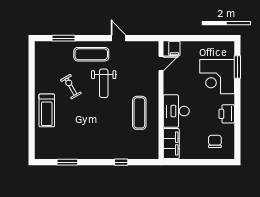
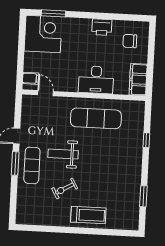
window: (64, 38) -> (15, 163), moved
corner desk: (217, 77) -> (43, 34), moved, turned -90
weight bench: (104, 83) -> (63, 154), turned 180
exercise mat: (139, 113) -> (96, 118), width x1.36, depth x1.45
filing cabinet: (171, 144) -> (138, 80), moved, turned -90

